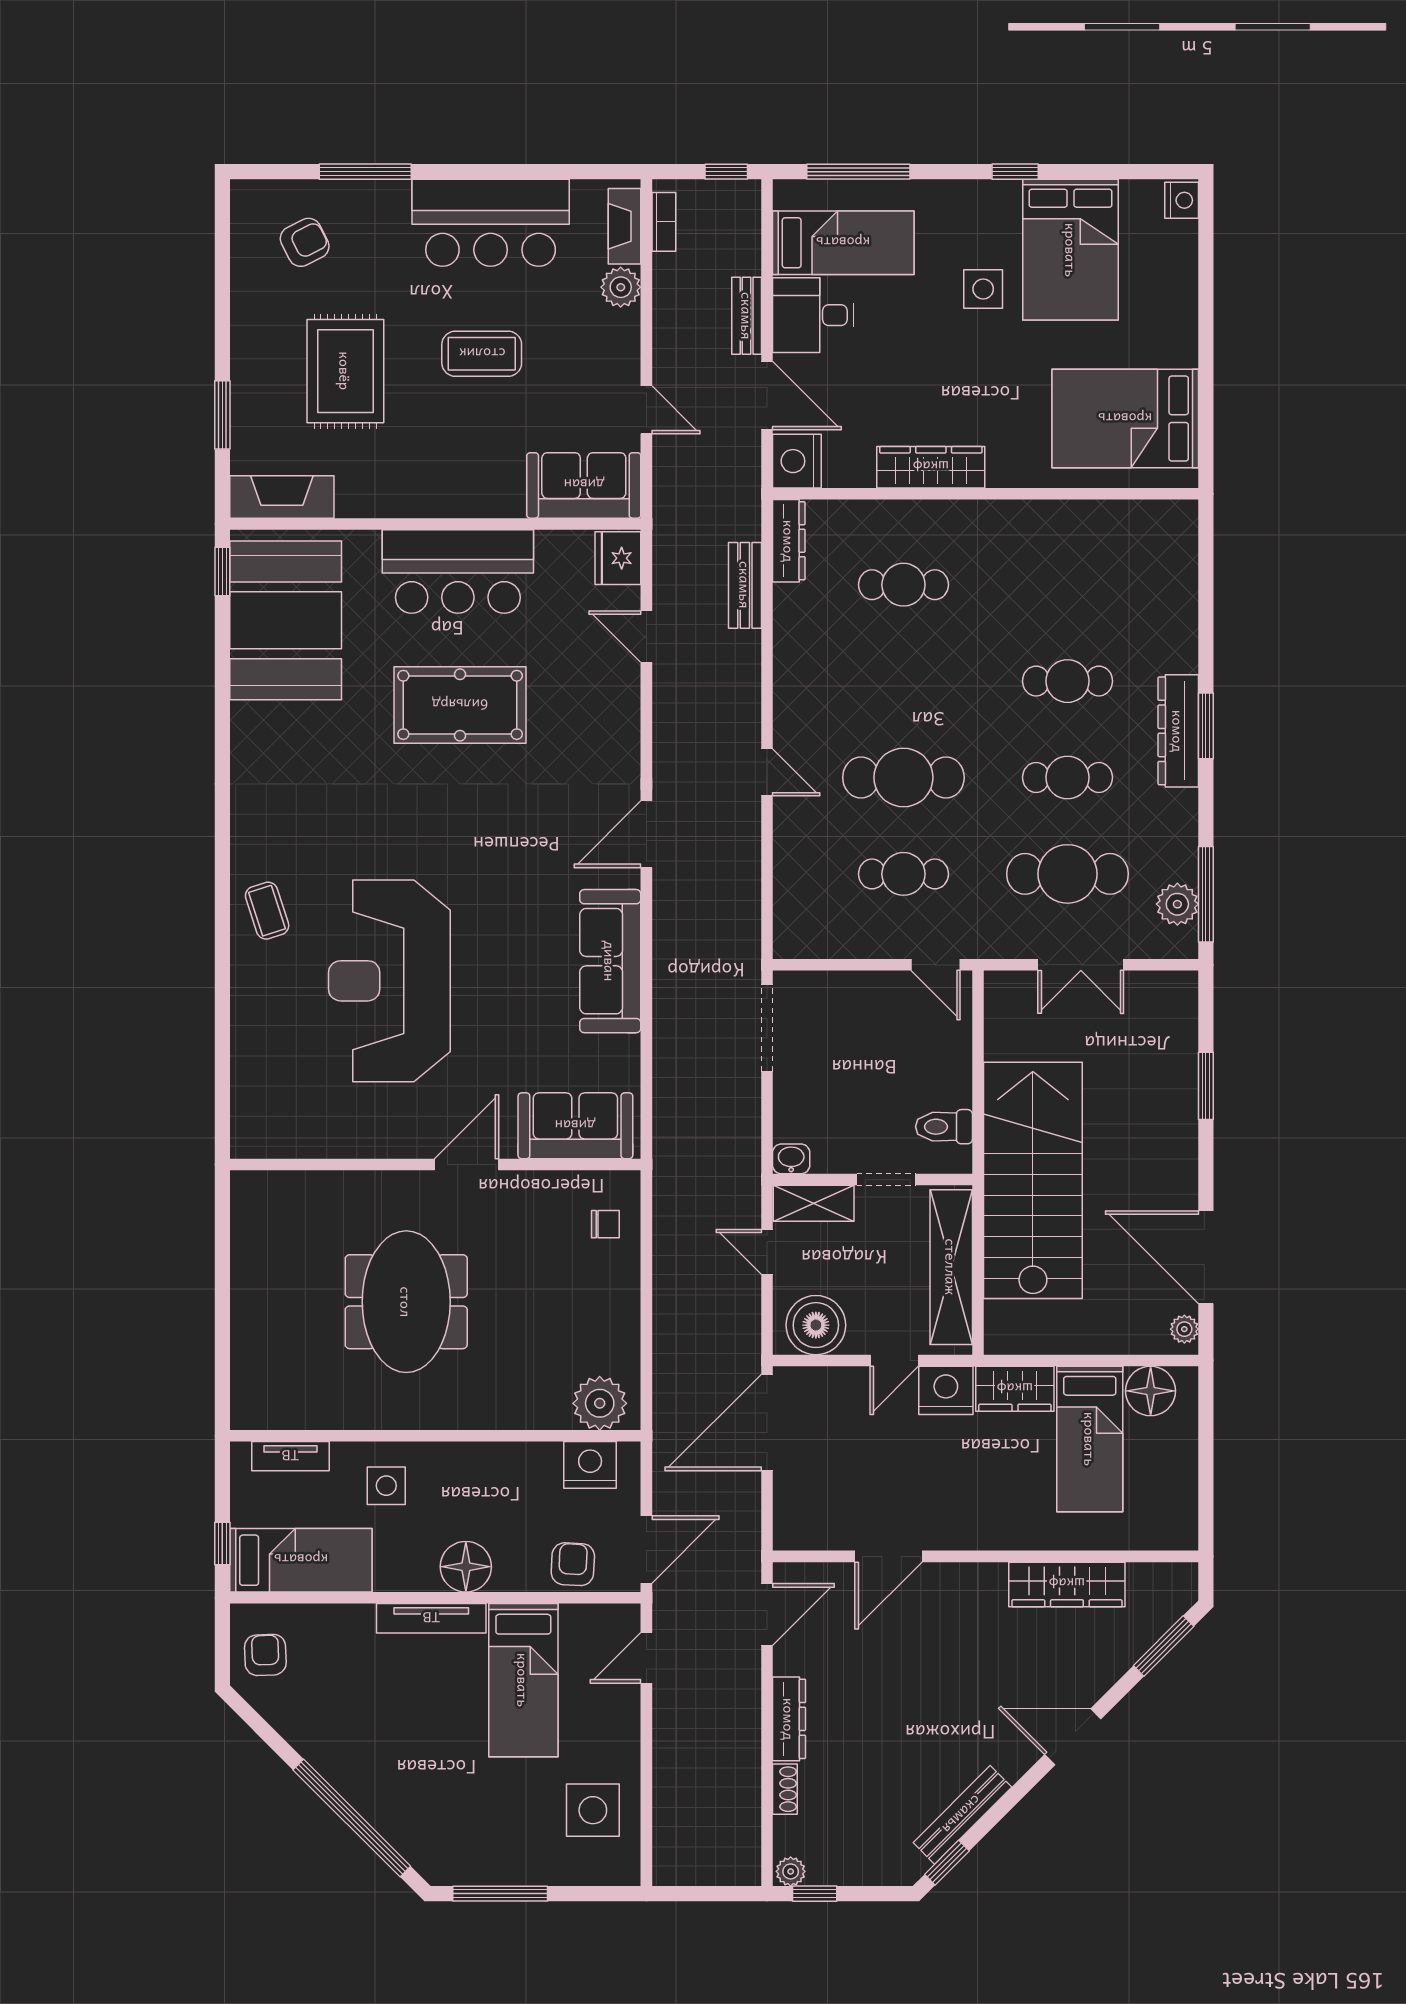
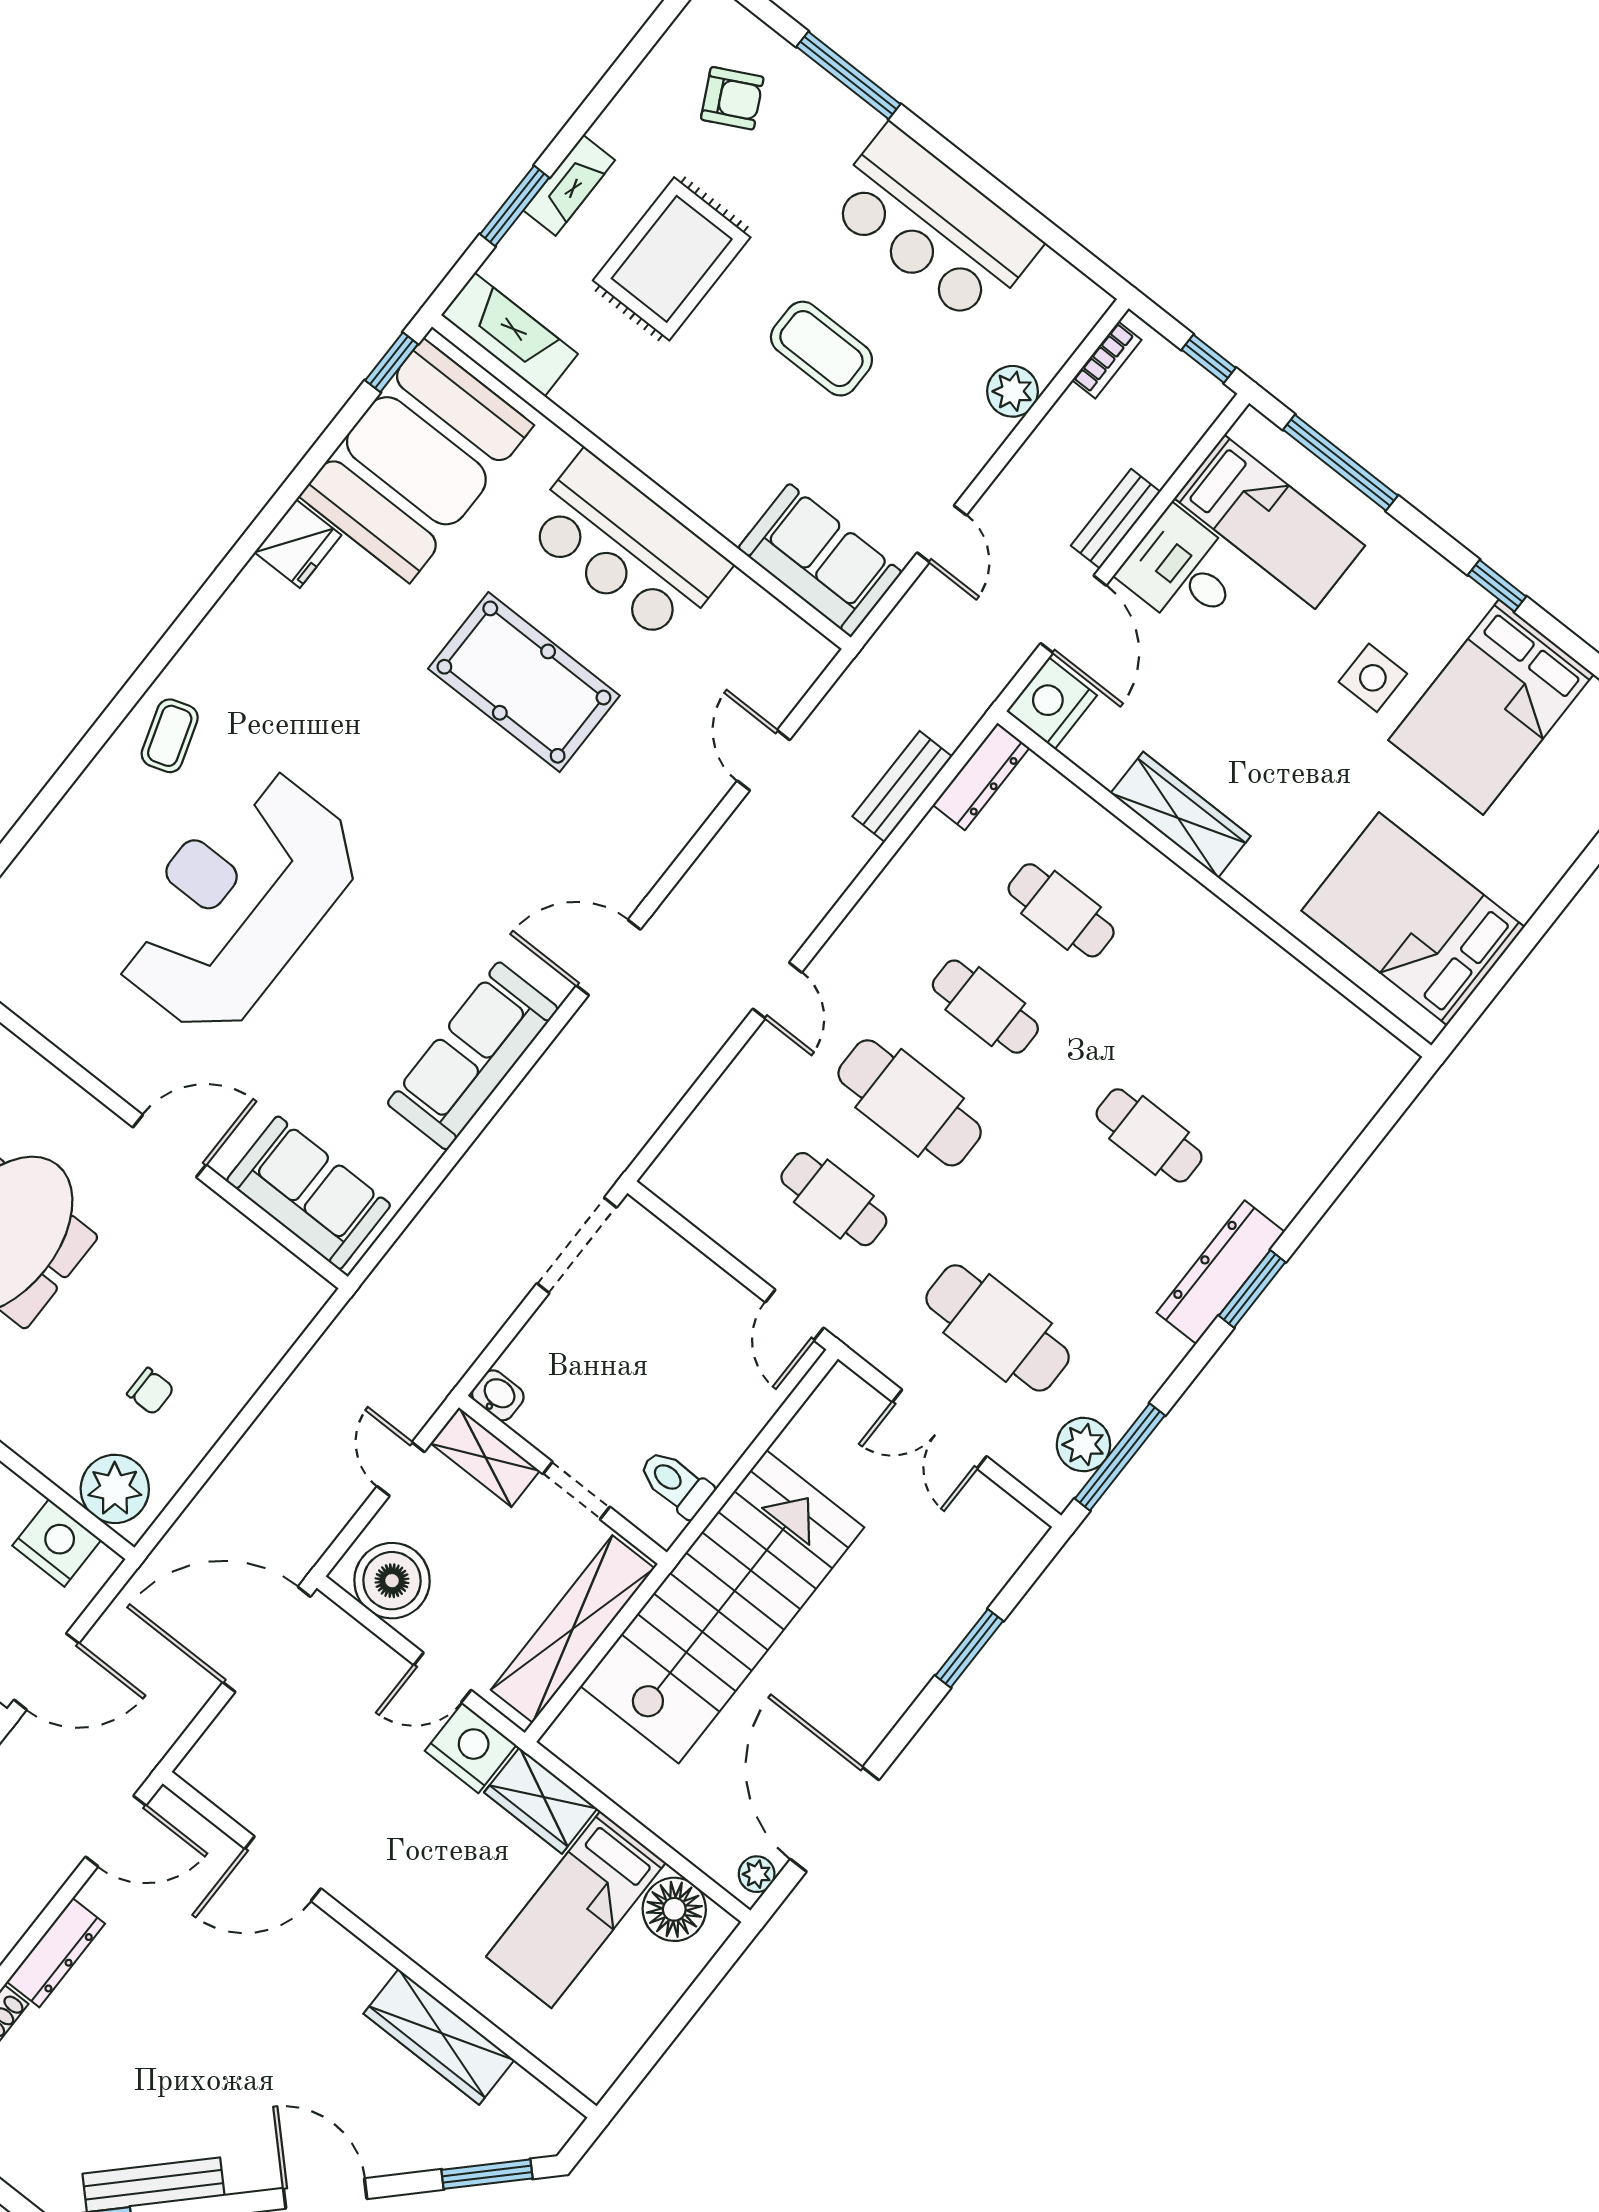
fireplace: (624, 226) -> (569, 185), moved, turned 180
fridge: (618, 558) -> (298, 544), moved, turned 180
cafe table: (1067, 777) -> (985, 1007), moved
chair: (605, 1224) -> (151, 1391), moved

